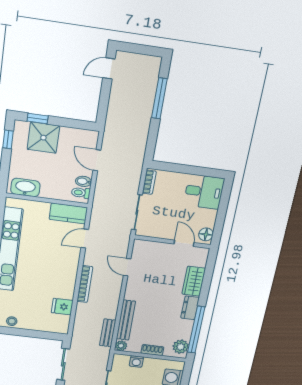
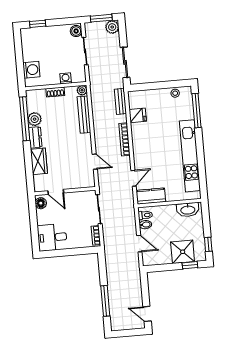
door: (109, 68) -> (147, 314), swing flipped
bench: (108, 333) -> (120, 101), moved
plant: (181, 347) -> (35, 119), moved

